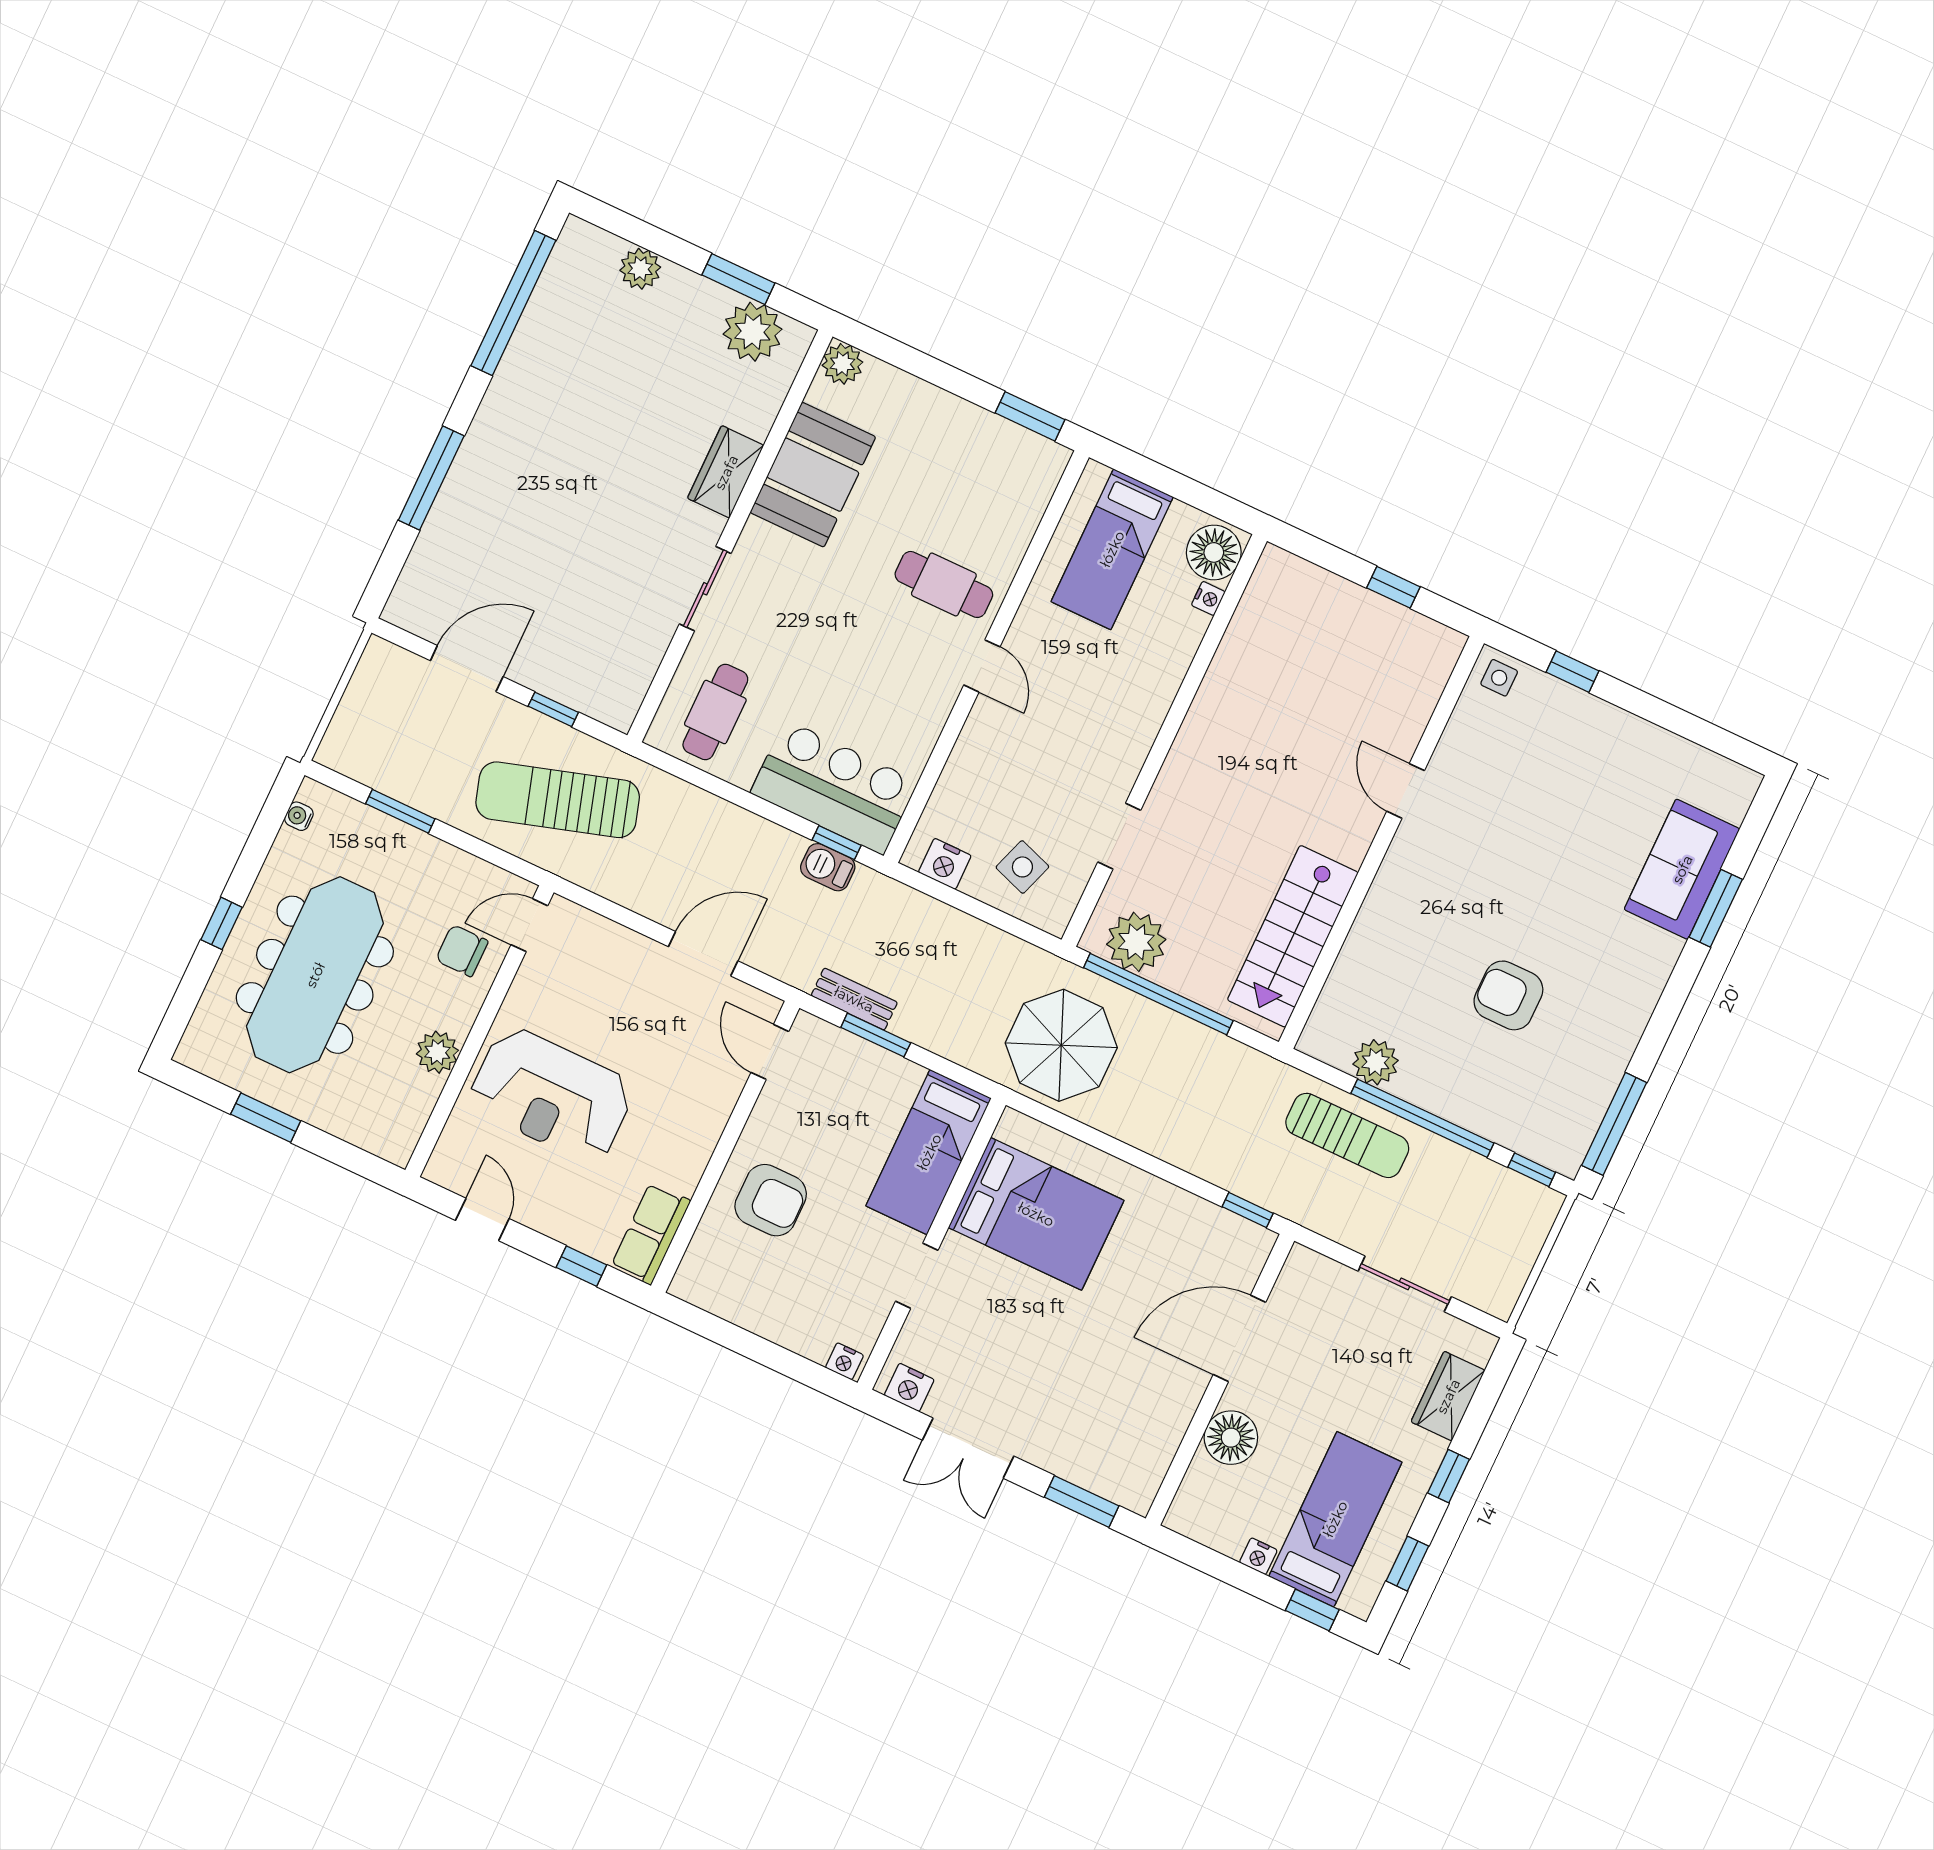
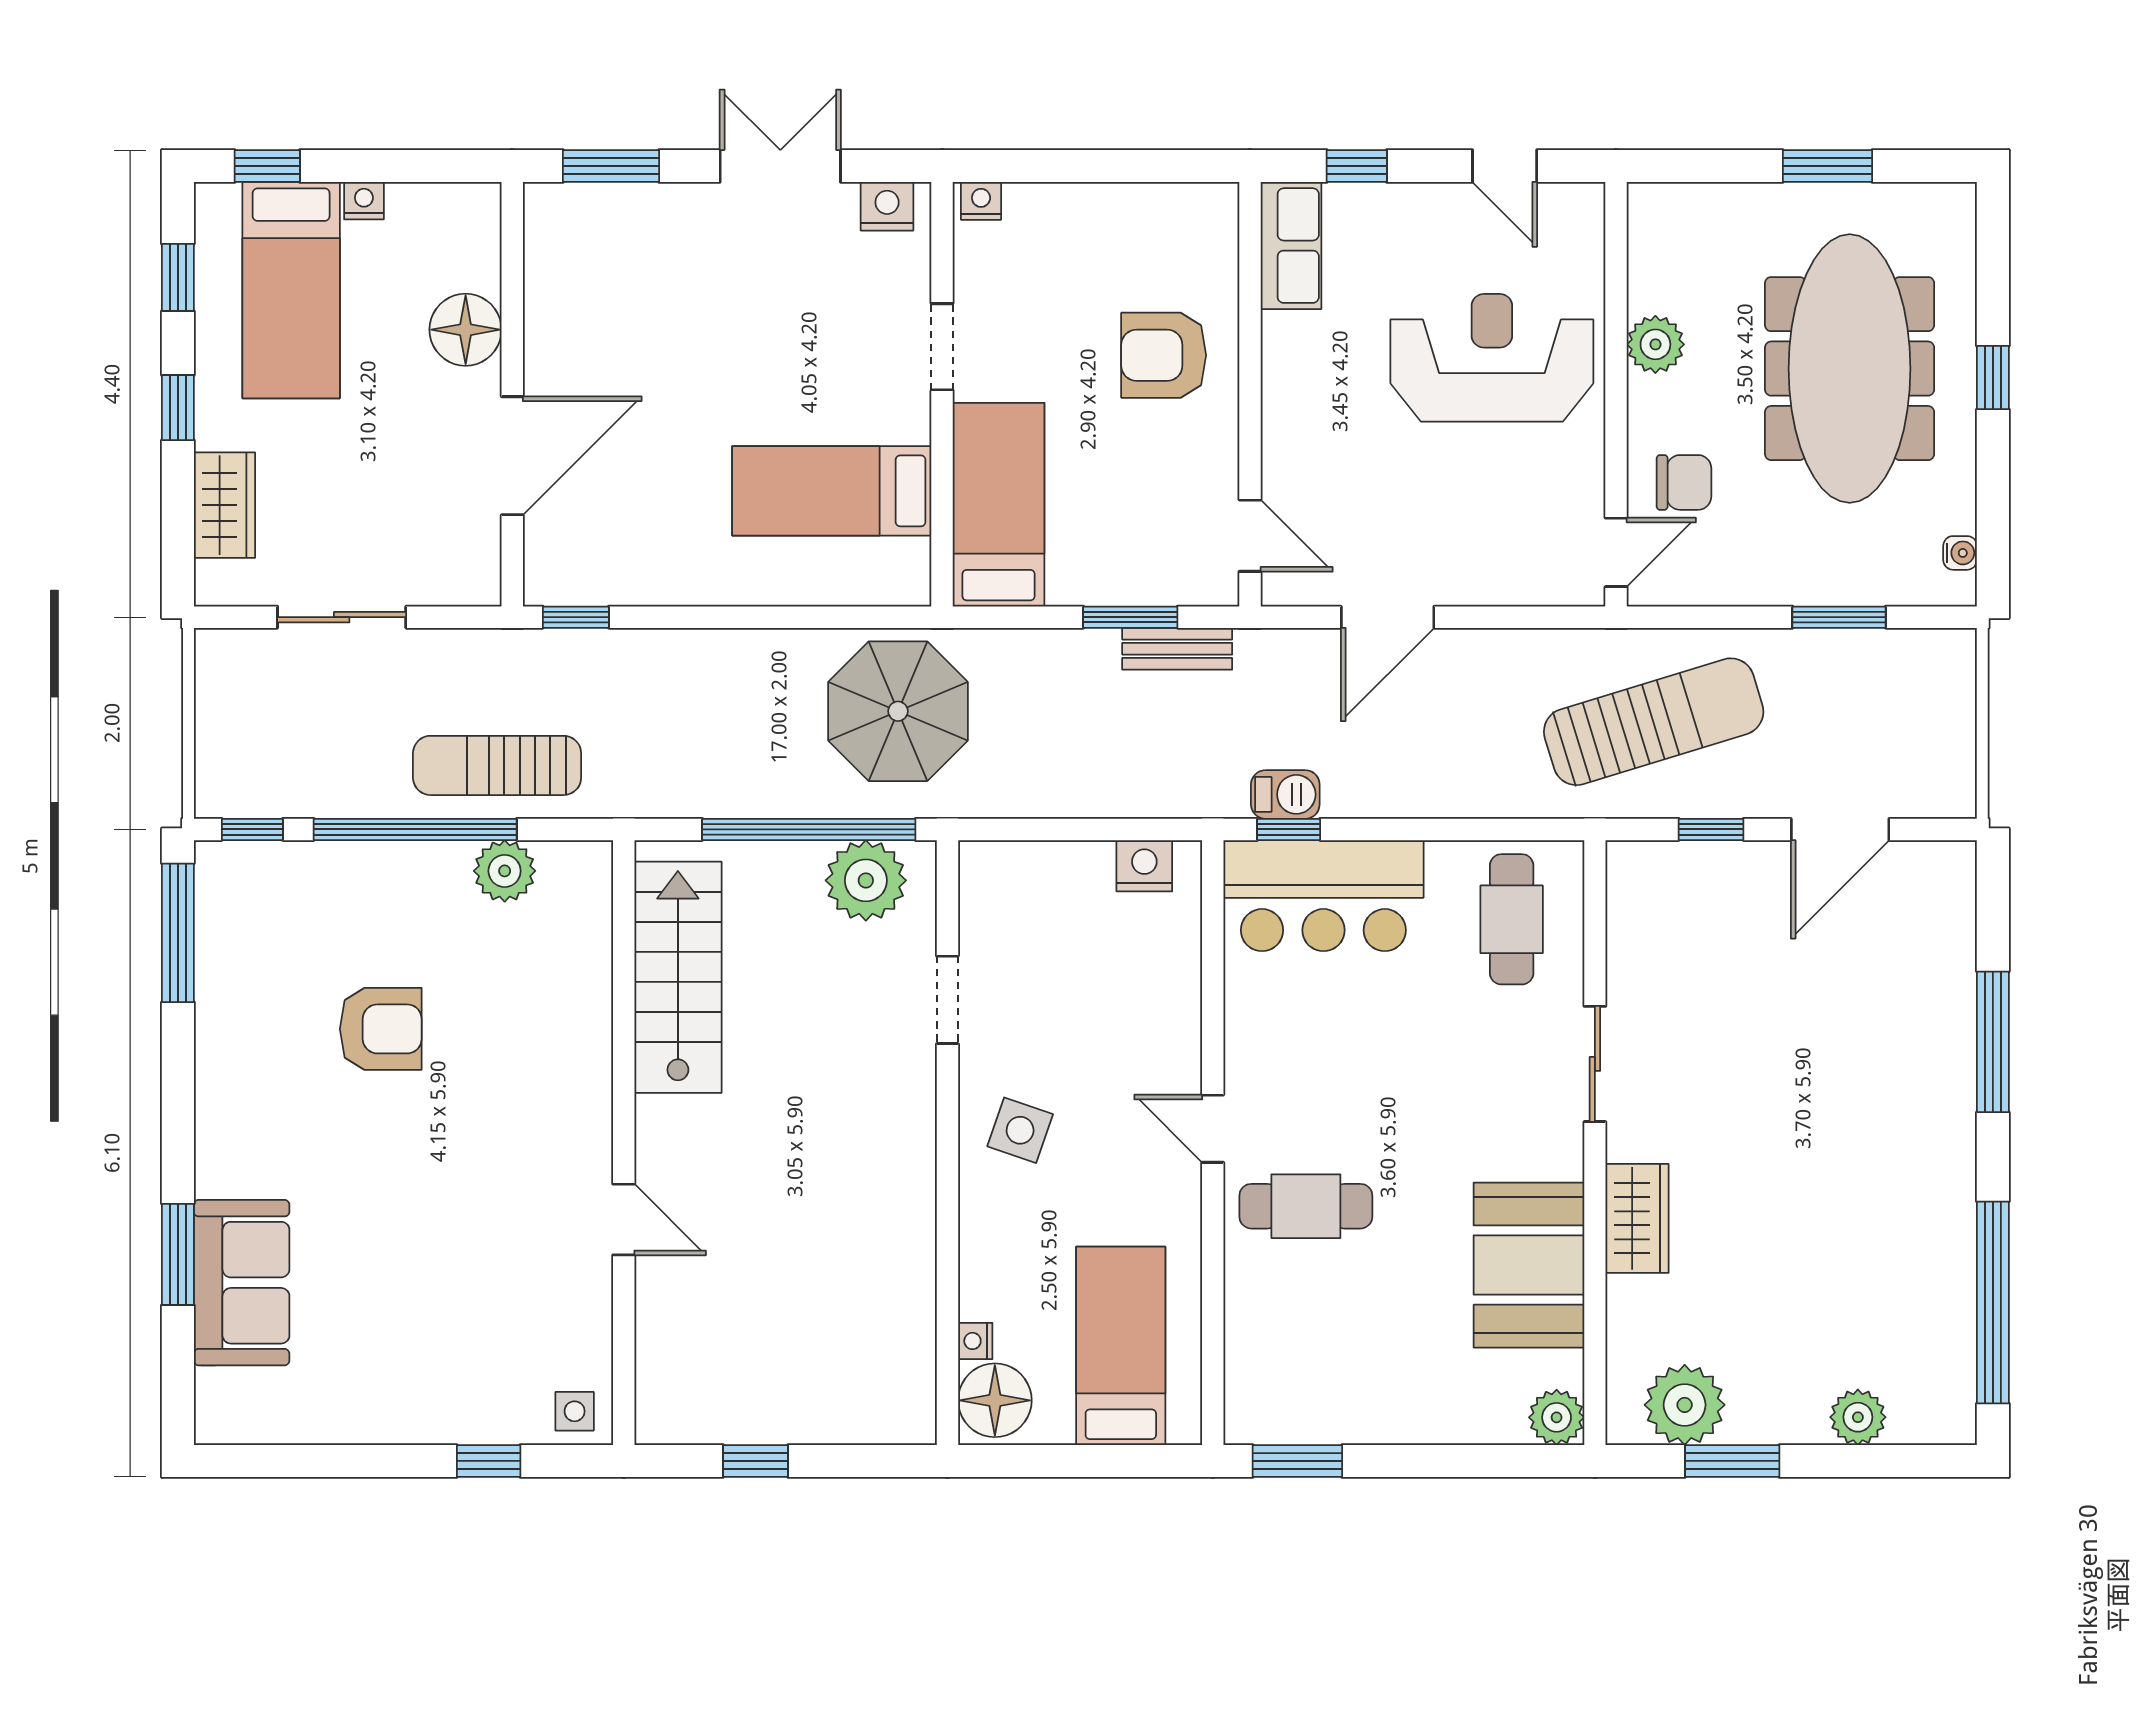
side table: (1022, 867) -> (1020, 1130), moved
bed: (1036, 1214) -> (832, 491), width x0.67

